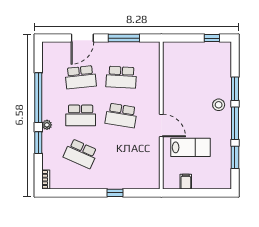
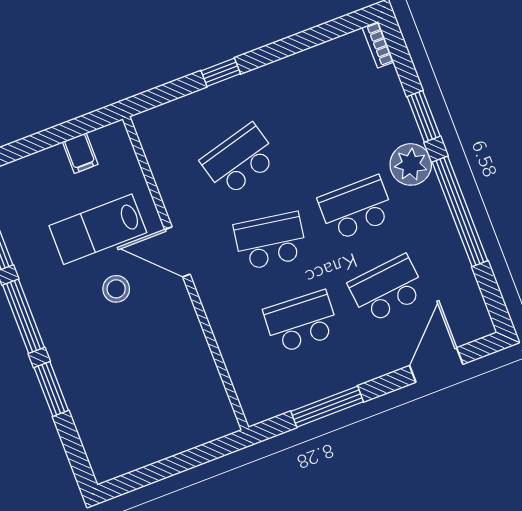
door: (82, 38) -> (436, 365), moved
window: (212, 38) -> (141, 478), removed
stool: (219, 105) -> (116, 289), moved
plant: (47, 125) -> (411, 164), width x1.88, depth x1.88
school desk: (81, 154) -> (239, 160), moved, turned -39

